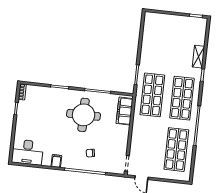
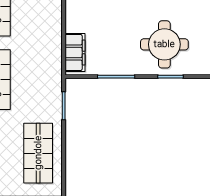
shop shelf: (152, 95) -> (38, 153), moved
round table: (84, 115) -> (164, 44), moved

